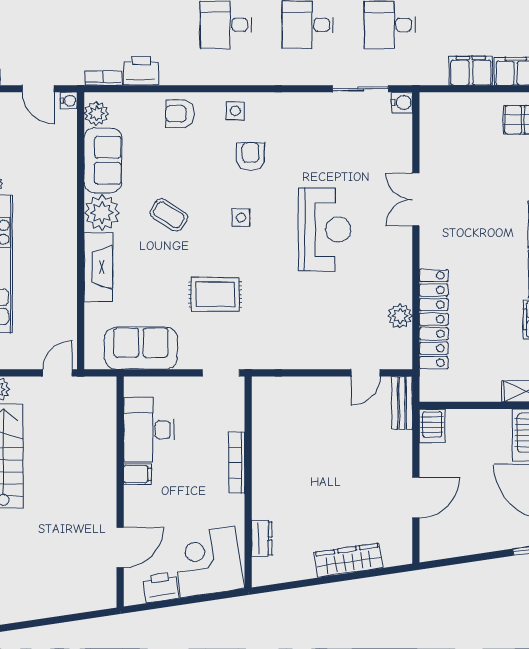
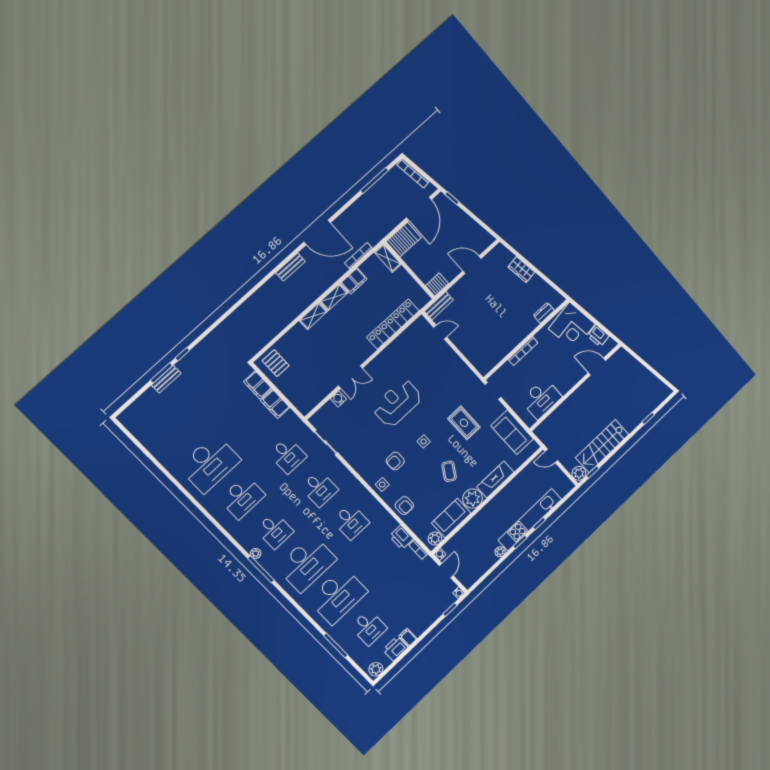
water cooler: (402, 103) -> (338, 399), moved
plant: (400, 316) -> (404, 339), removed
filing cabinet: (137, 474) -> (563, 387), removed
wardrobe: (348, 560) -> (521, 269), width x0.67

